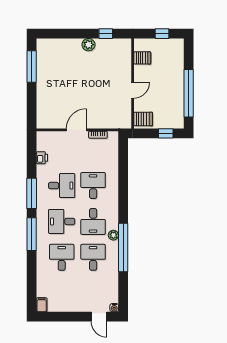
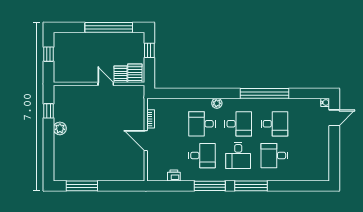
server rack: (142, 58) -> (120, 74), moved
desk: (62, 186) -> (202, 156), turned 90
plant: (113, 235) -> (217, 103), moved
desk: (93, 257) -> (274, 124), turned 180
filing cabinet: (42, 305) -> (322, 176), removed

